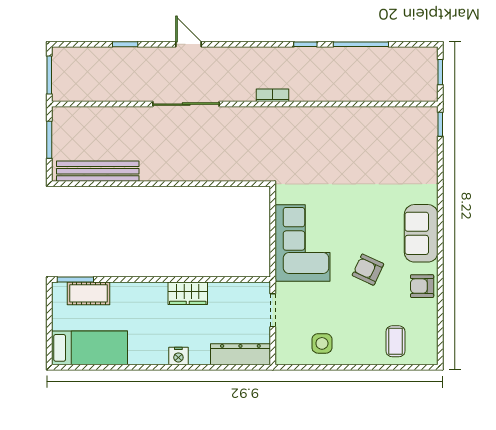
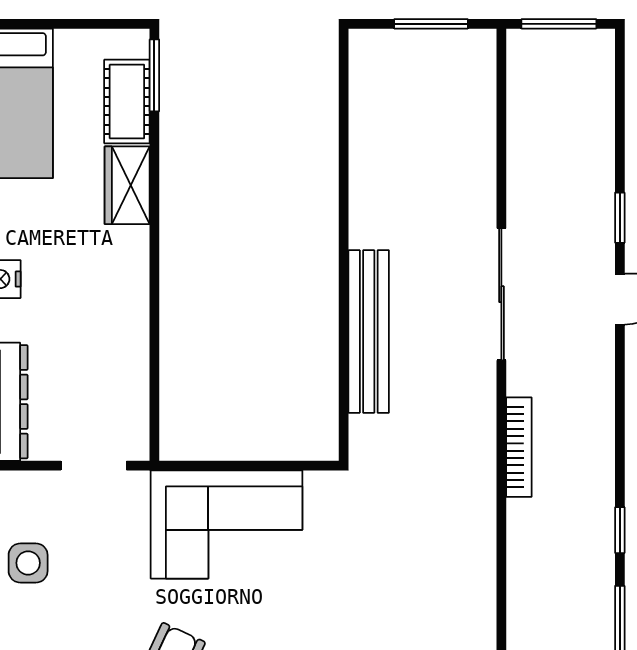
window: (125, 44) -> (620, 218), moved
bookcase: (272, 95) -> (519, 447), width x1.56
bench: (98, 171) -> (369, 331), moved
wardrobe: (188, 293) -> (127, 185), moved

